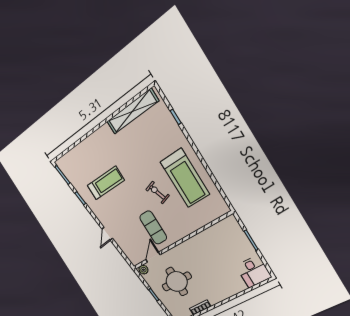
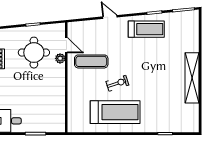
shelving: (132, 111) -> (192, 78), moved
treadmill: (185, 178) -> (115, 112), turned 180
treadmill: (106, 183) -> (146, 29), moved, turned -90
plant: (143, 270) -> (60, 58), moved

